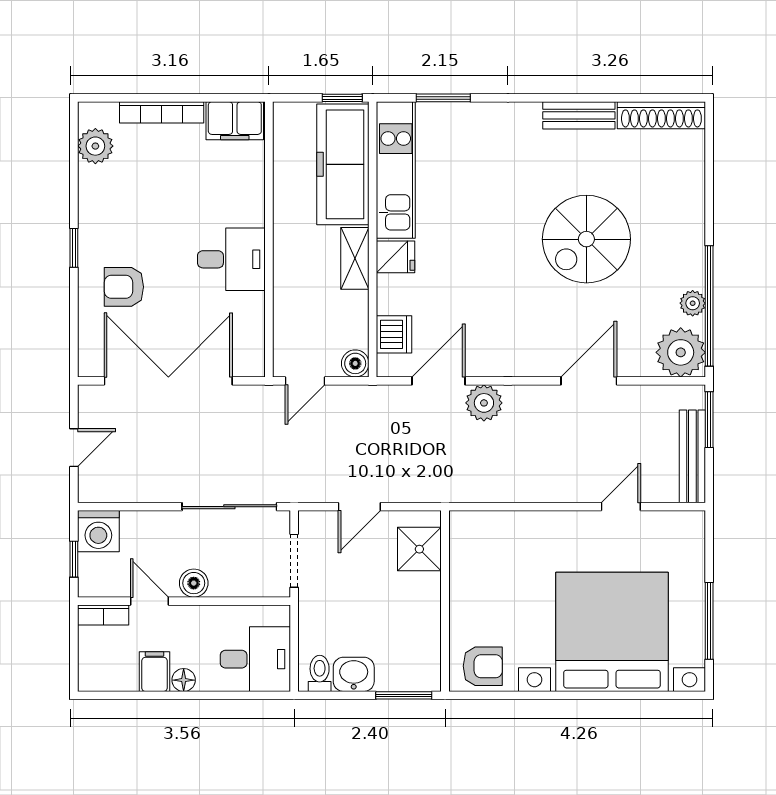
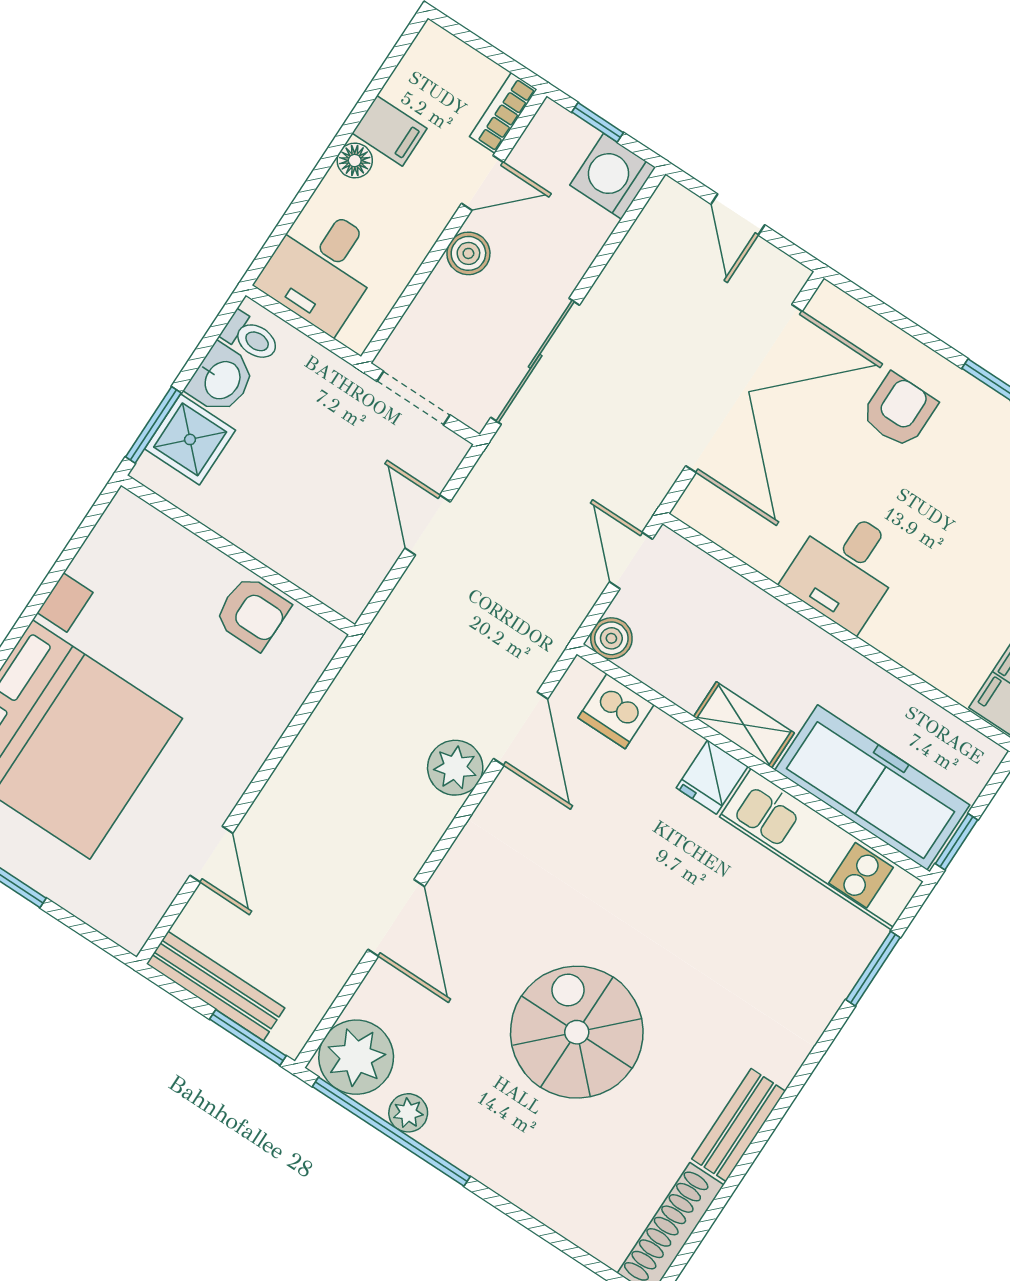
shower: (419, 549) -> (190, 439), moved
armchair: (483, 666) -> (252, 613), moved, turned -90

